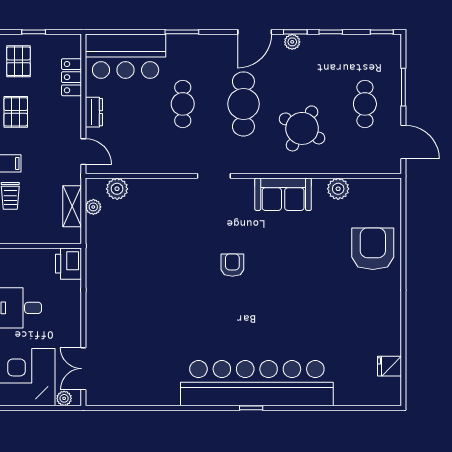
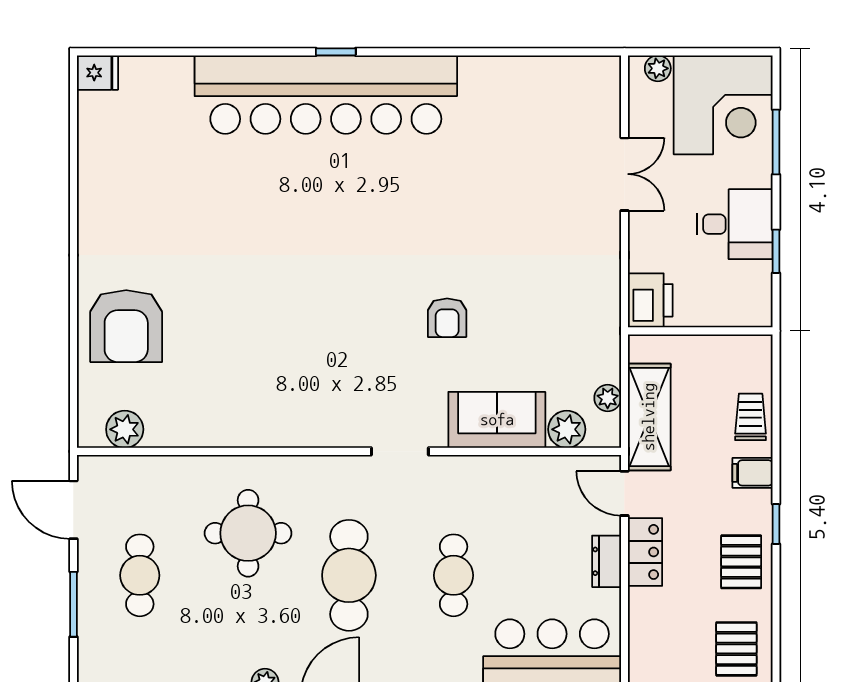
locker: (72, 77) -> (645, 552), moved
round table: (302, 128) -> (248, 533), turned -30
plant: (338, 189) -> (125, 429), moved
sofa: (283, 194) -> (497, 420), moved
shelving: (72, 206) -> (649, 417), width x1.50, depth x1.33
armchair: (232, 265) -> (447, 318), moved
fridge: (389, 366) -> (97, 73), moved
double door: (83, 369) -> (624, 174), moved

